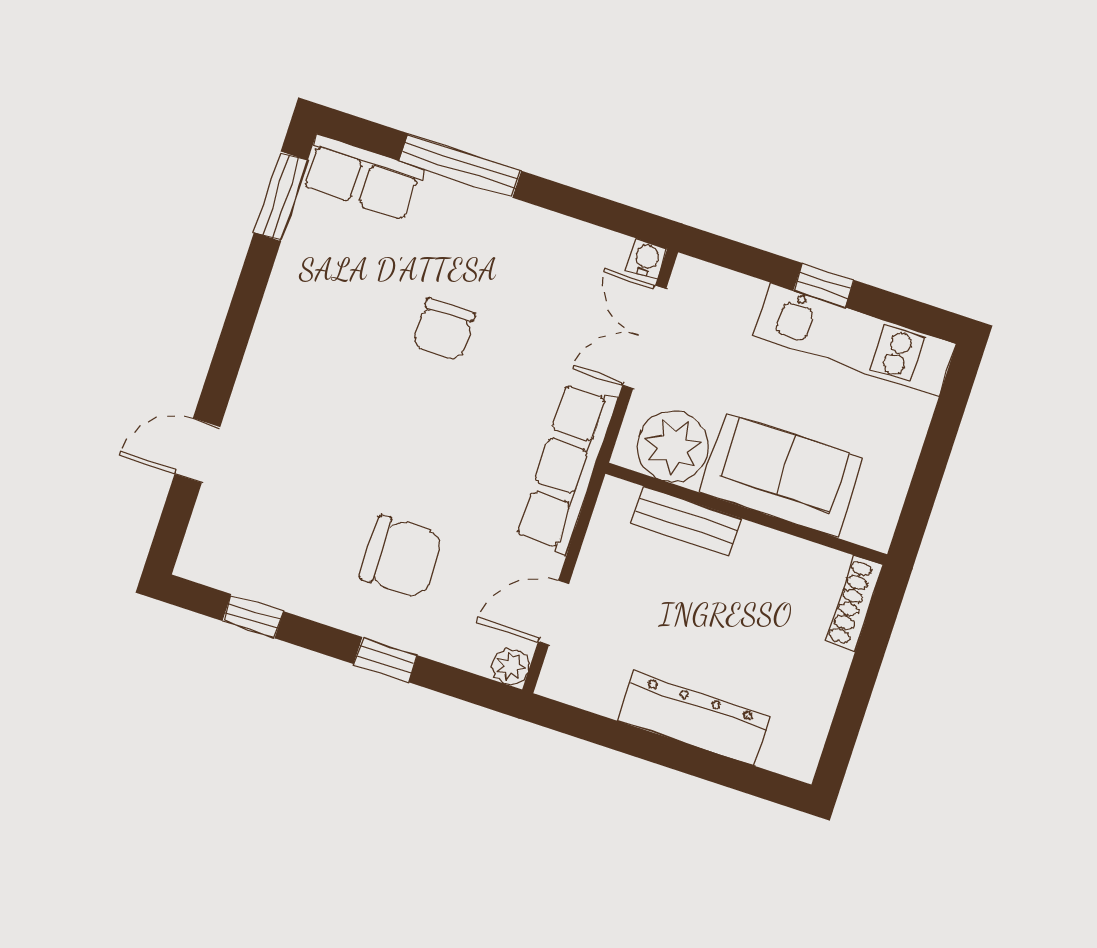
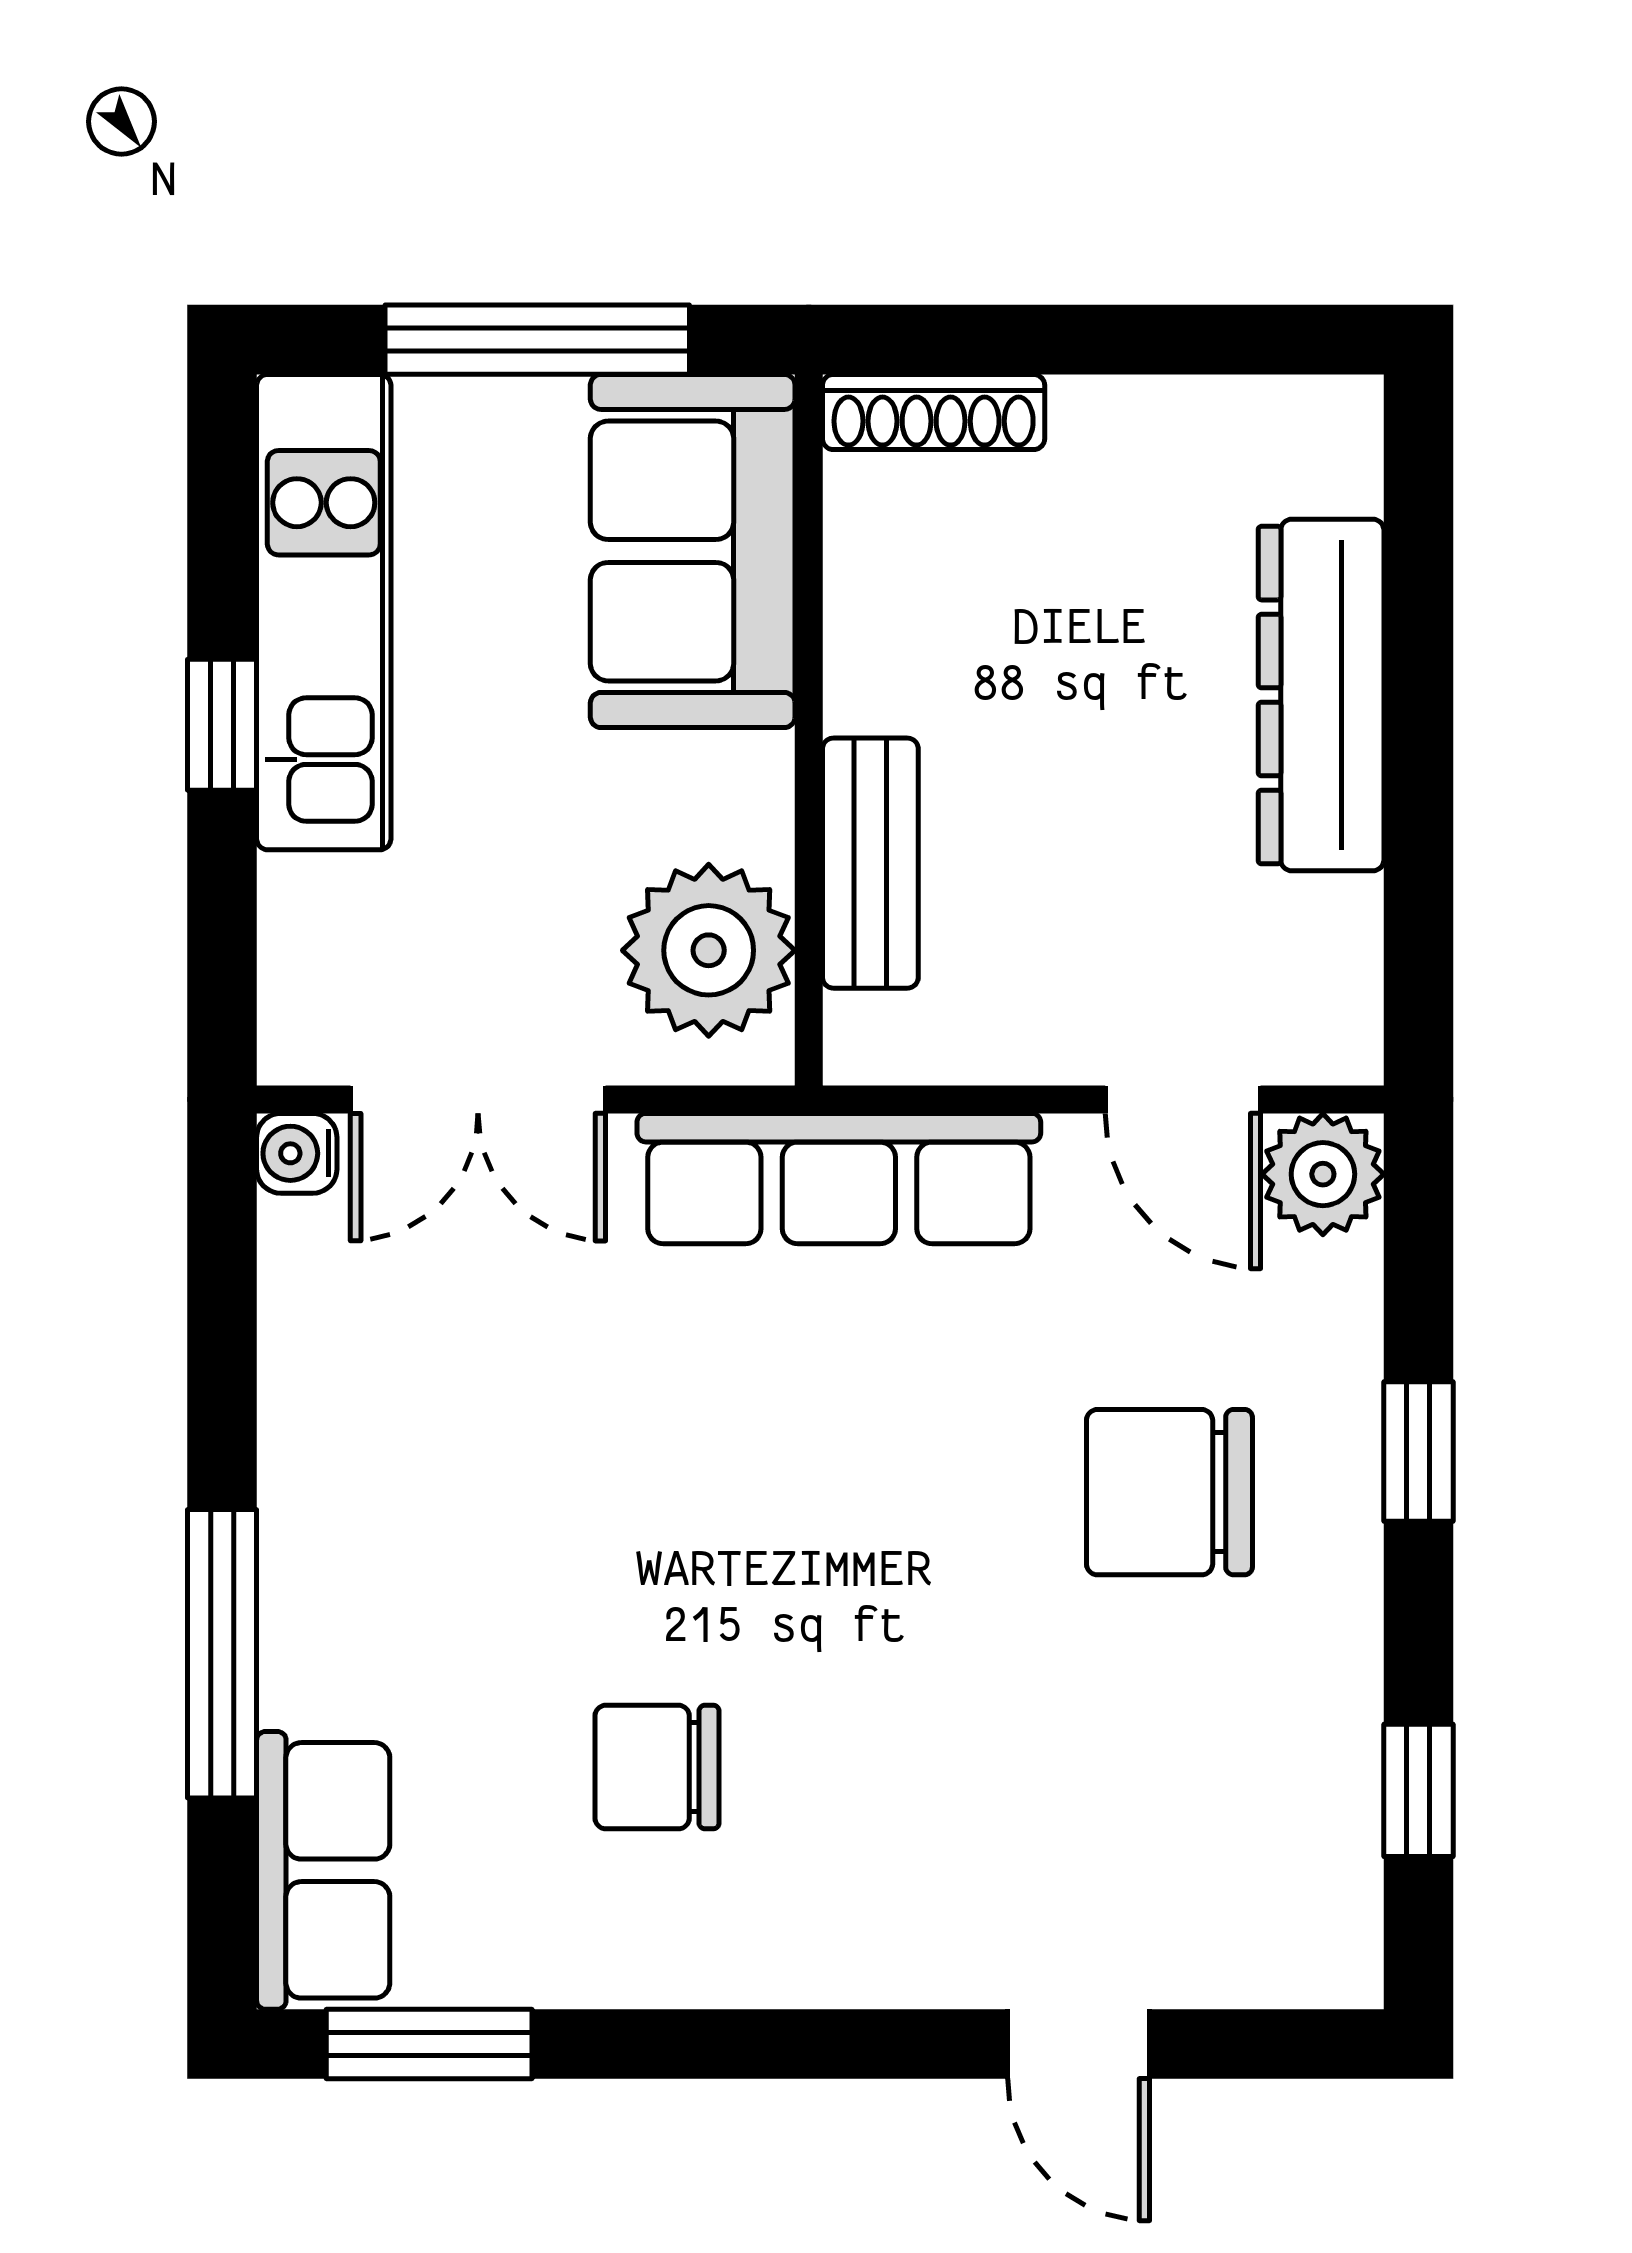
chair: (444, 329) -> (657, 1767), moved, turned 180
window: (934, 458) -> (537, 340), added
sofa: (781, 475) -> (693, 551), moved
chair: (402, 557) -> (1169, 1492), turned -90
plant: (511, 667) -> (1323, 1174), width x1.38, depth x1.38

